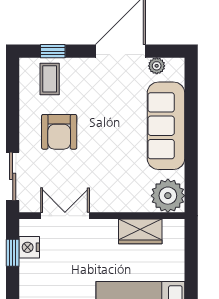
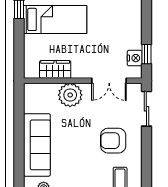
armchair: (59, 132) -> (113, 141), turned -90
plant: (168, 196) -> (70, 95), moved

